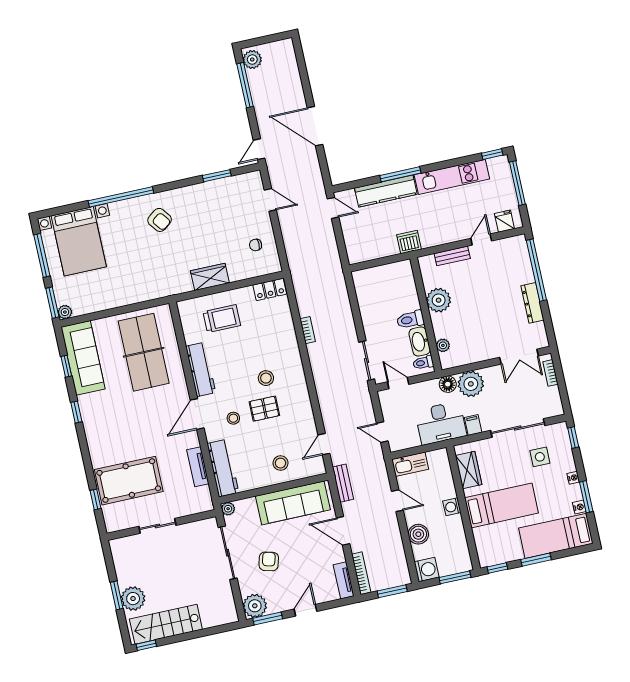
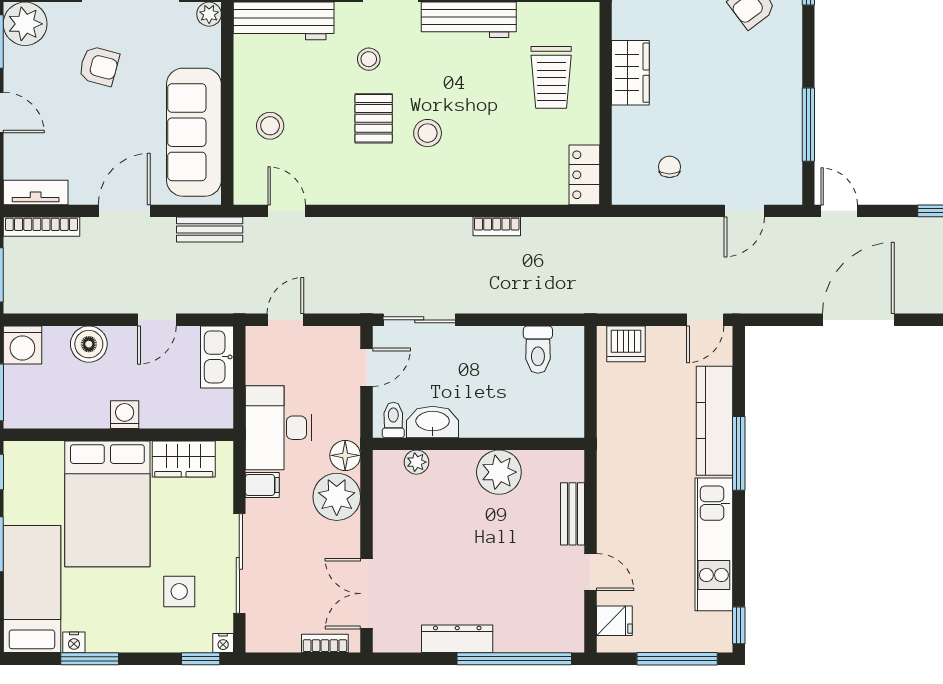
window: (217, 176) -> (808, 125), width x1.44
dishwasher: (409, 242) -> (626, 344), moved, turned 90
toilet: (410, 320) -> (538, 350), moved, turned 180
nightstand: (573, 478) -> (223, 643), moved
bed: (501, 505) -> (107, 504), width x1.50

